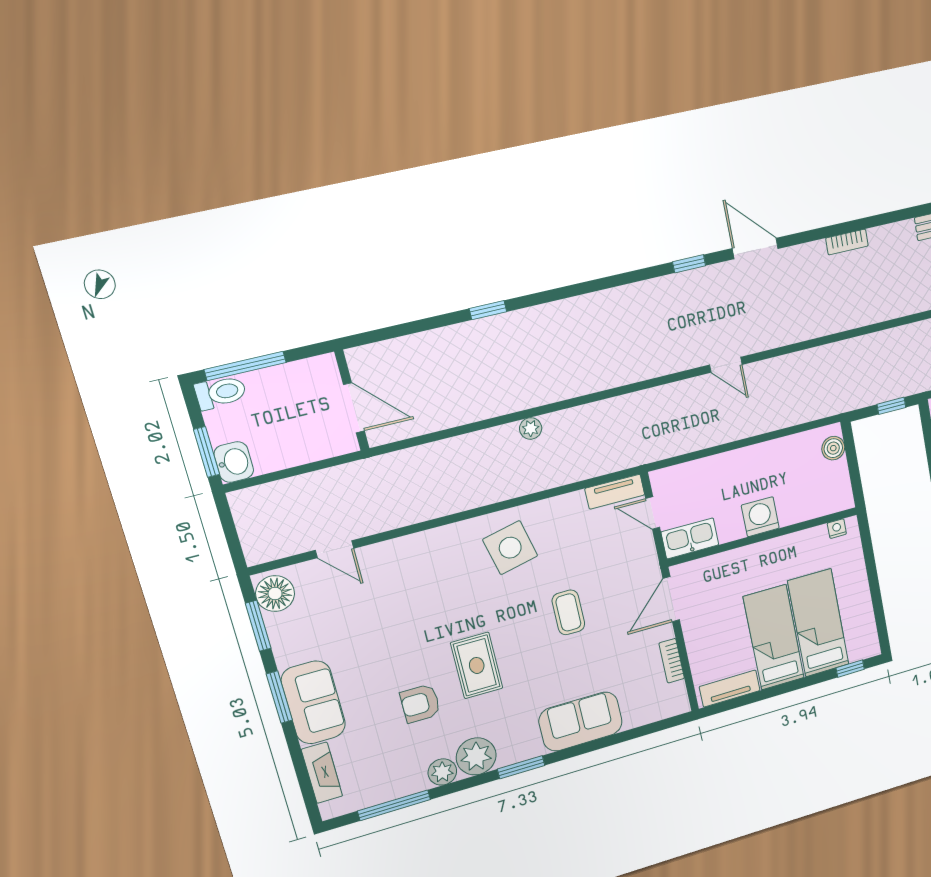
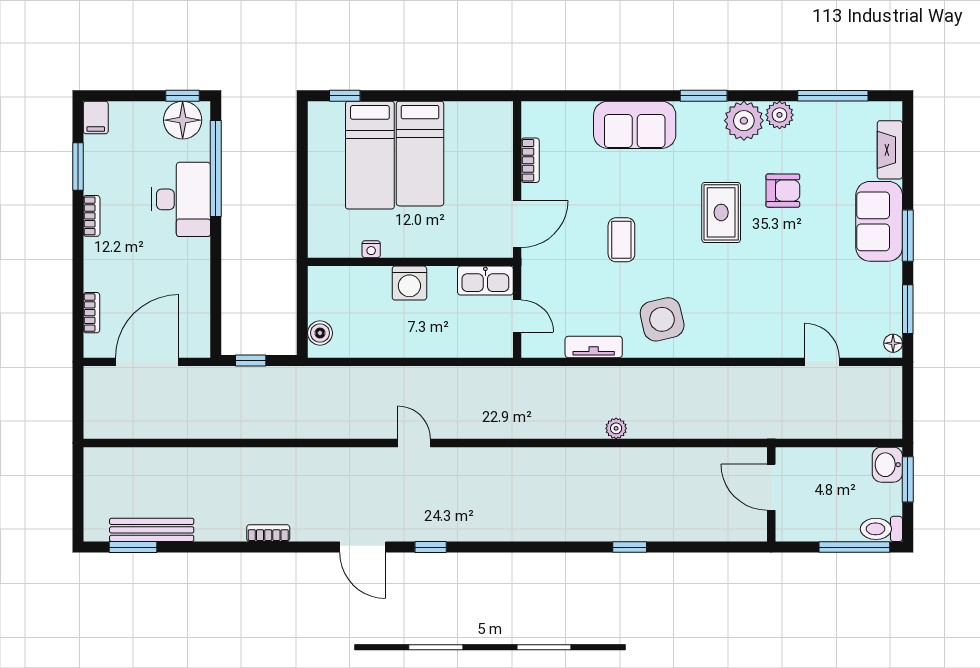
tv unit: (615, 492) -> (594, 347), moved
nightstand: (837, 529) -> (371, 249), moved
floor lamp: (275, 594) -> (893, 343), width x0.53, depth x0.53
tv unit: (730, 689) -> (477, 113), removed

